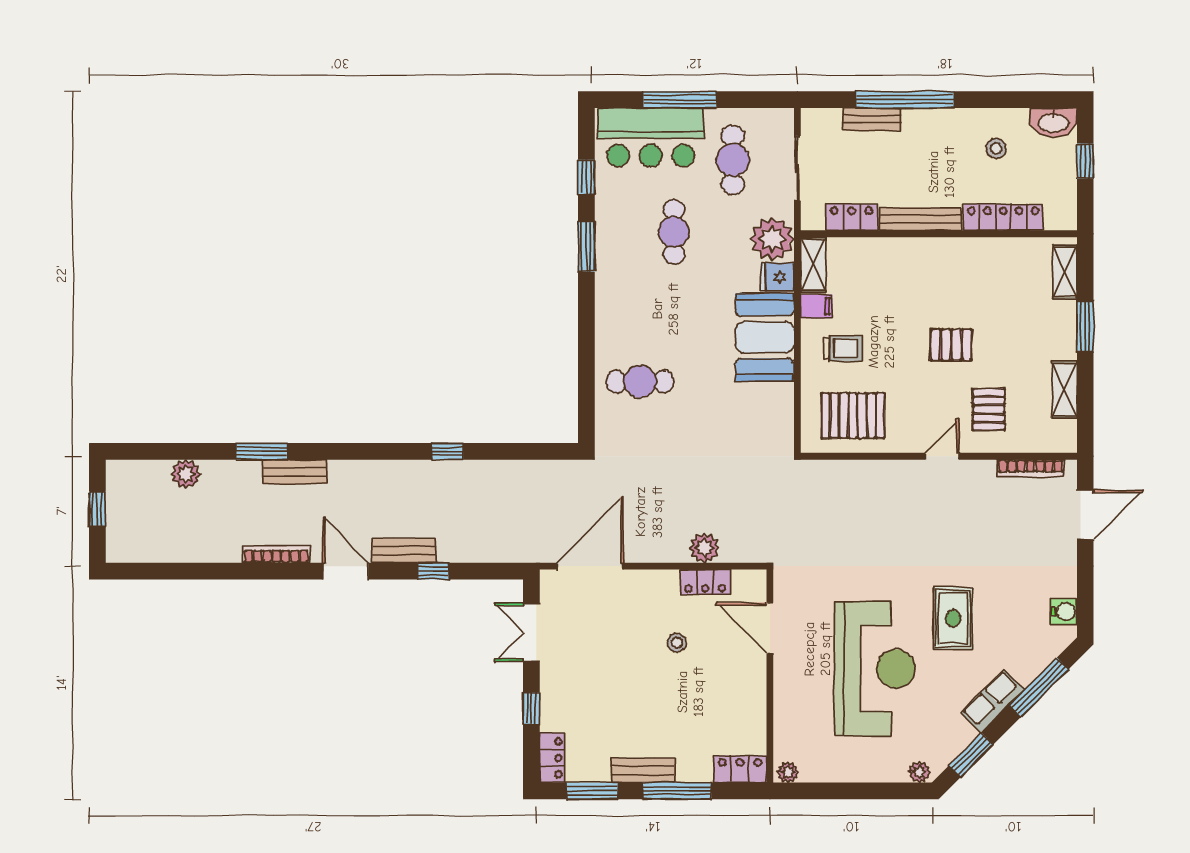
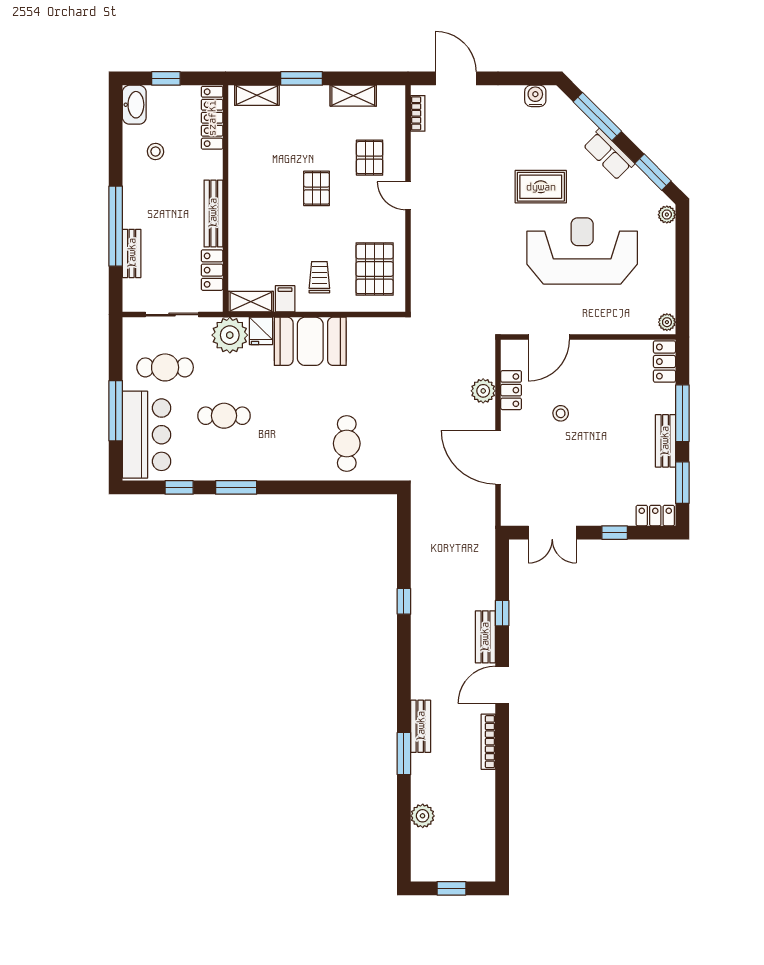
locker: (1003, 217) -> (212, 118), moved
pallet: (989, 409) -> (370, 158), turned 90
bookcase: (1031, 468) -> (418, 113), width x0.64
door: (590, 566) -> (498, 457), moved

